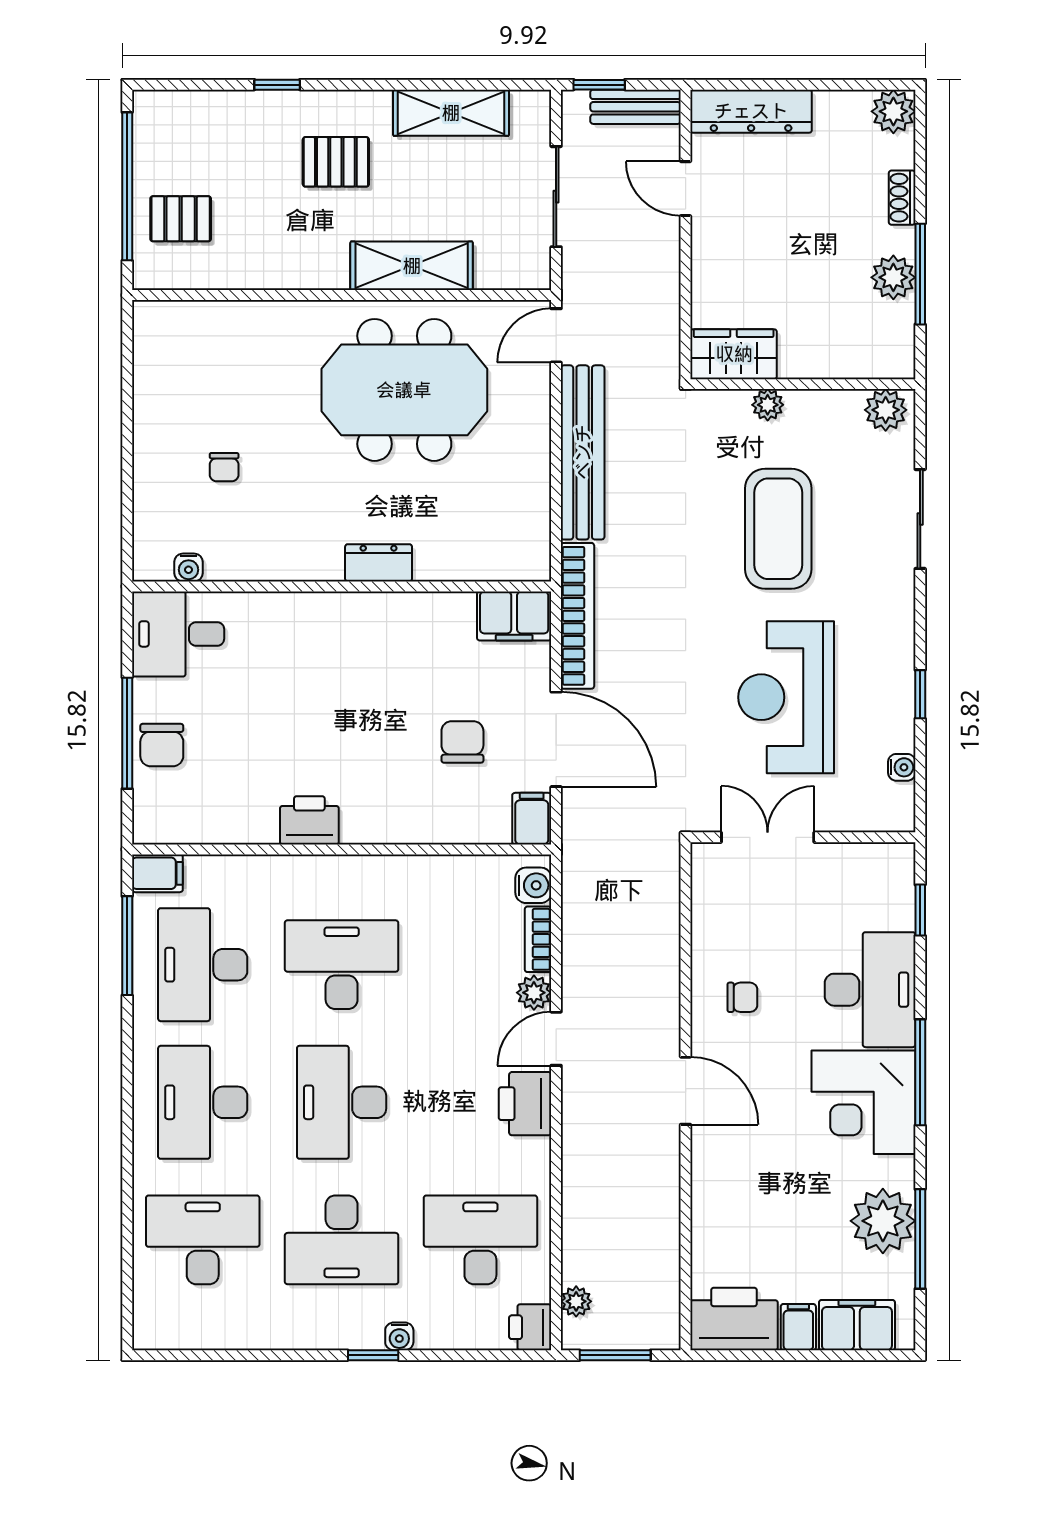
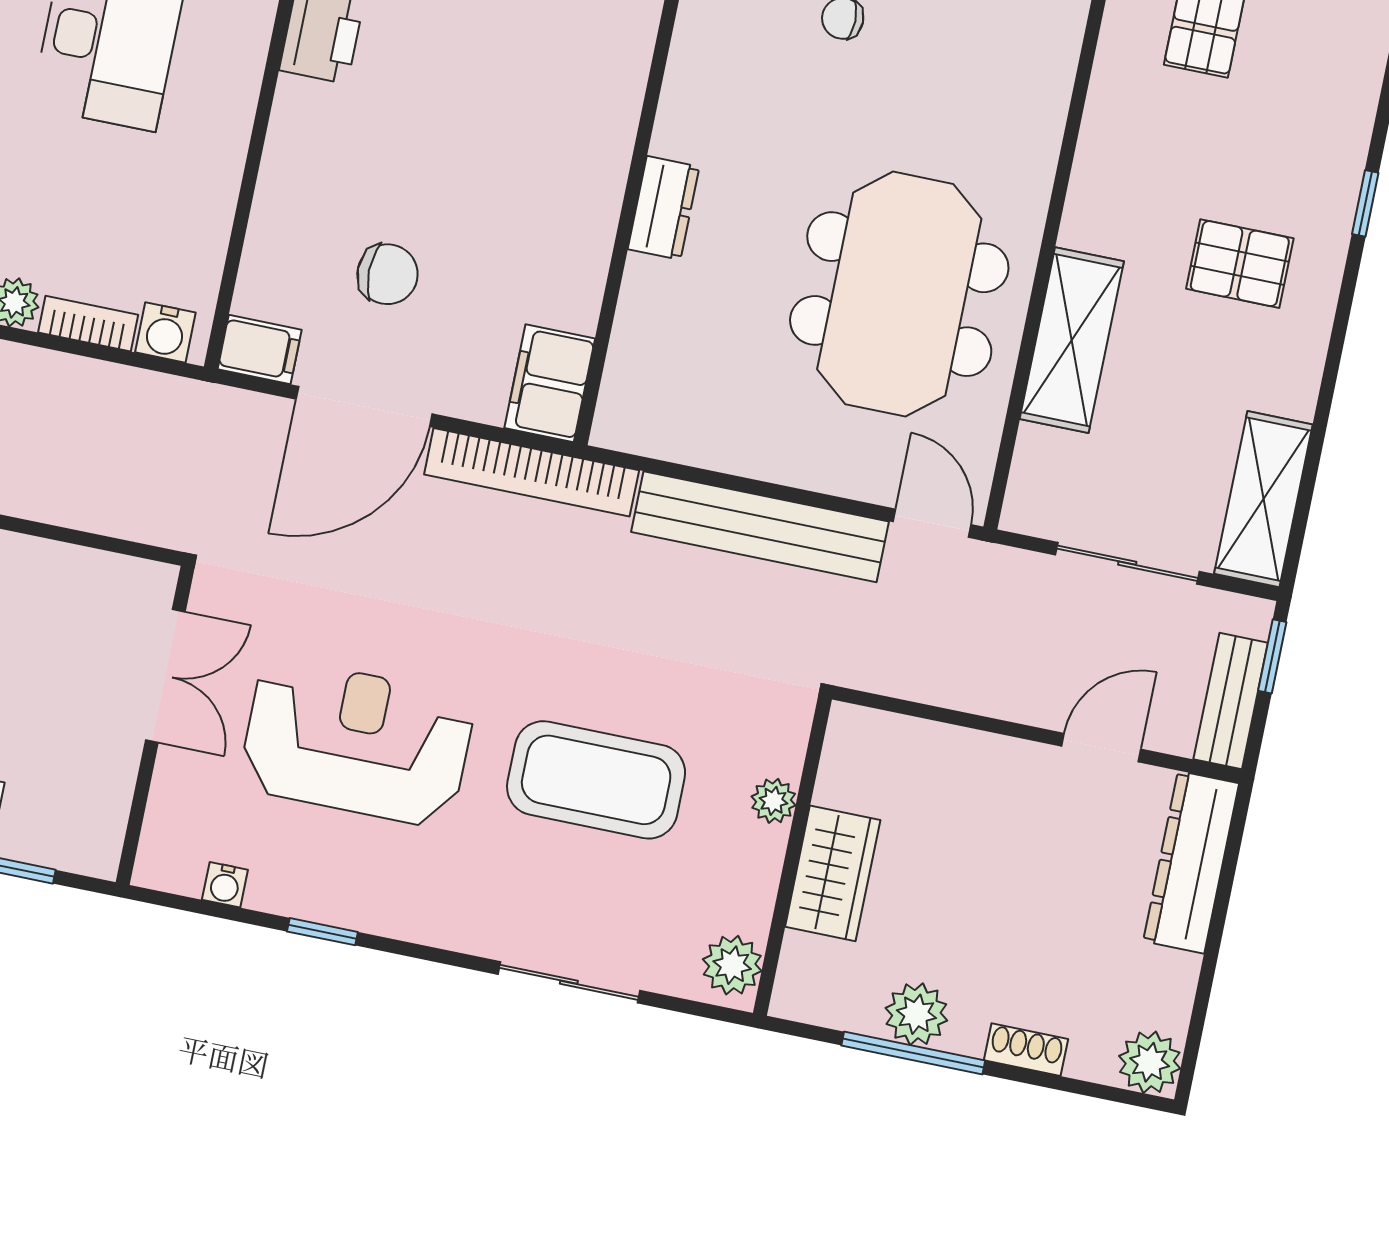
shelving: (451, 113) -> (1263, 499), moved
pallet: (336, 162) -> (1240, 264), turned 90
wardrobe: (734, 354) -> (833, 873), moved

